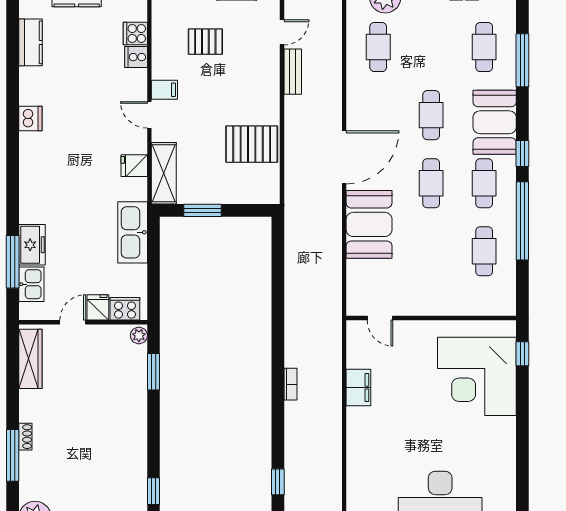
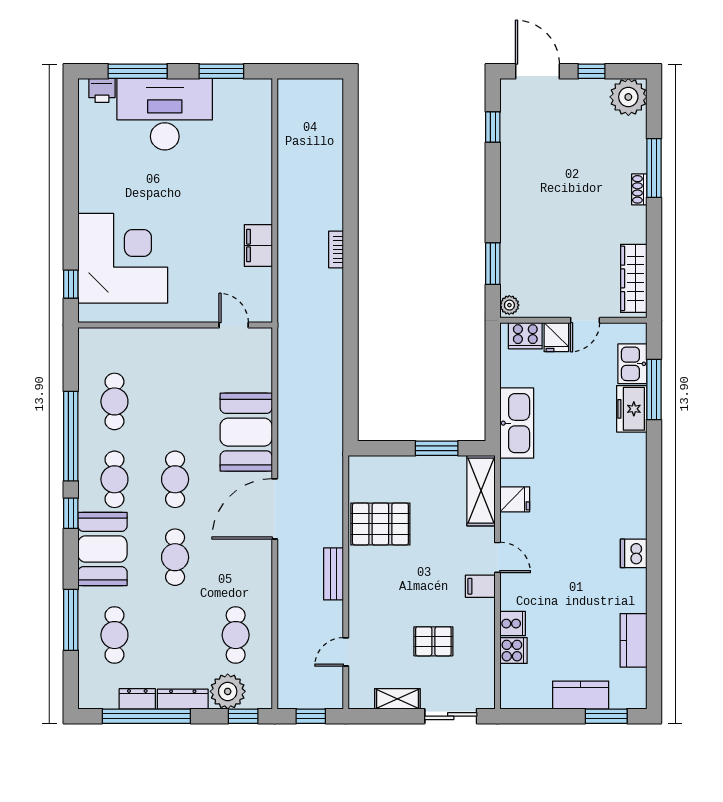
bench: (293, 72) -> (333, 574), moved
window: (278, 482) -> (350, 138), removed

